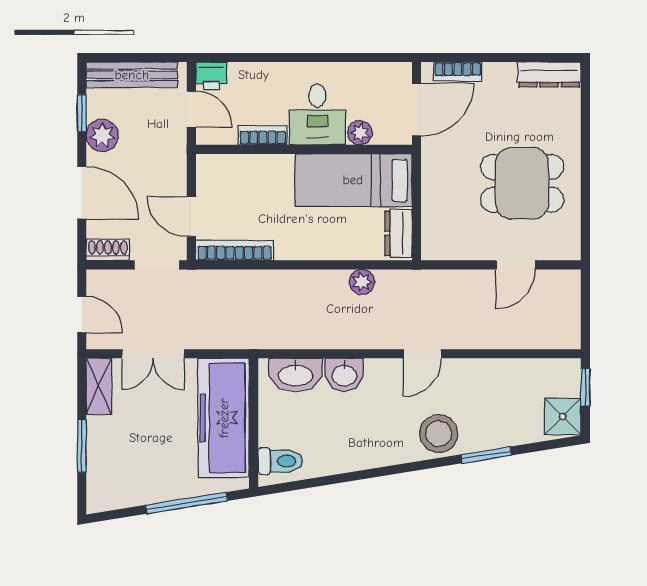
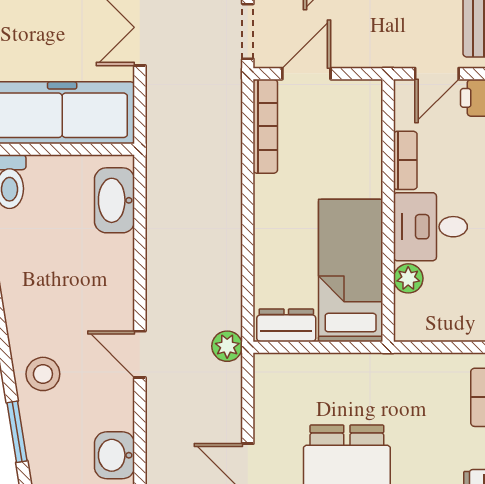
door: (417, 110) -> (436, 347), removed
plant: (362, 282) -> (227, 346), moved
washbasin: (344, 375) -> (115, 455), moved
stool: (439, 434) -> (43, 374), width x0.73, depth x0.73

